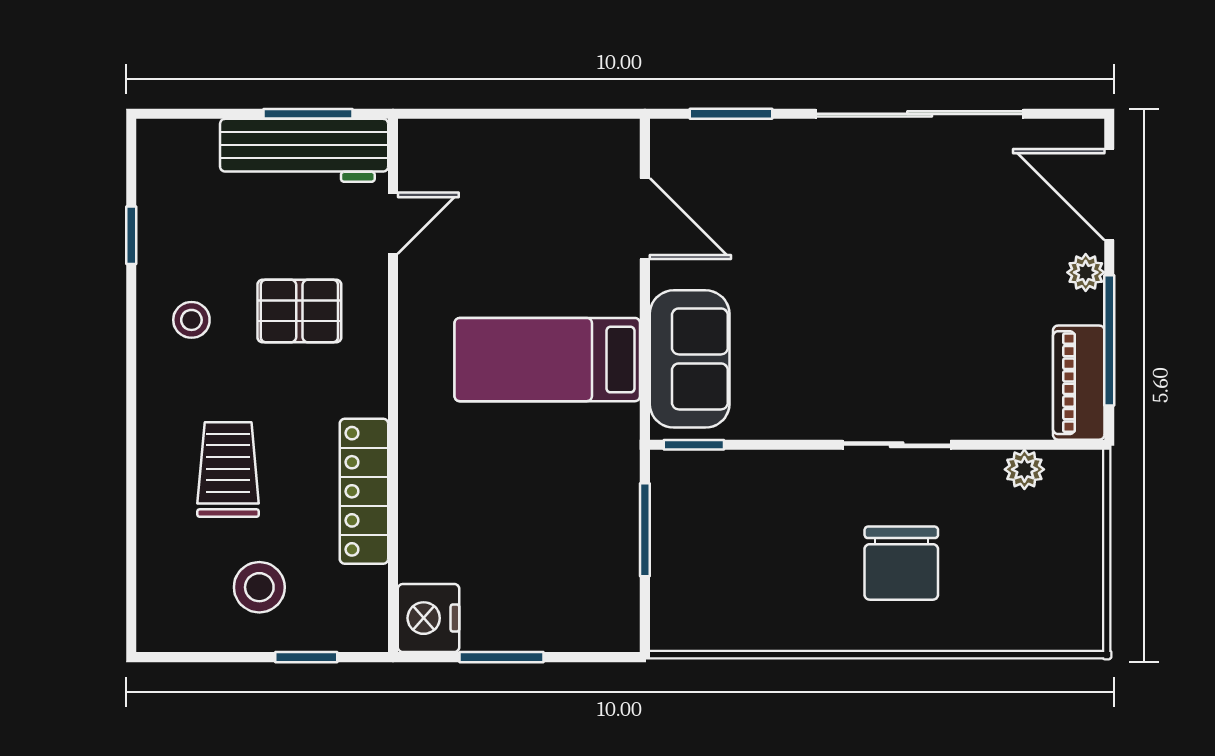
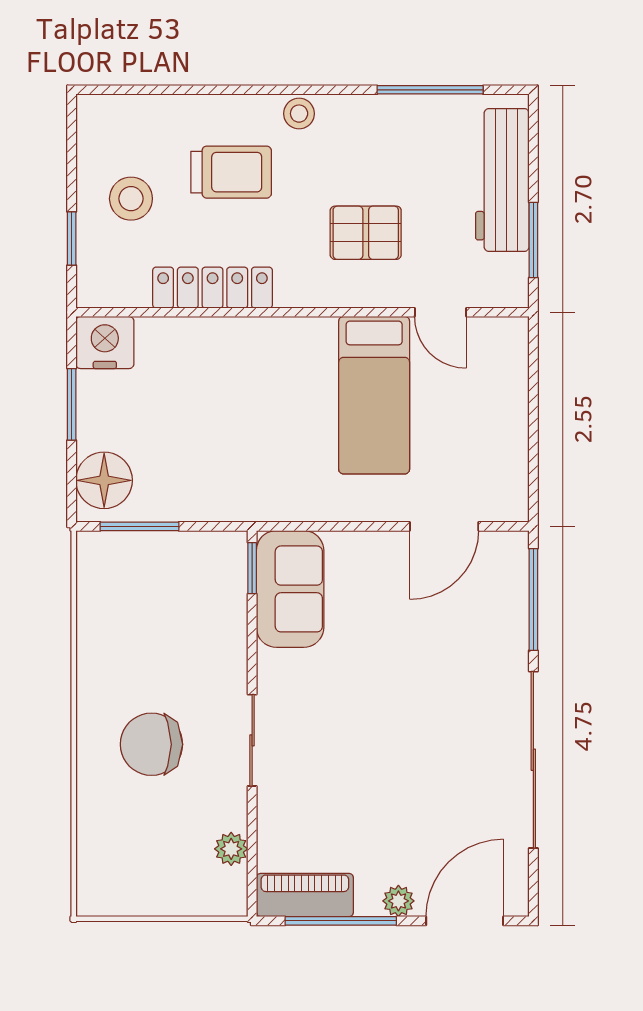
window: (731, 114) -> (533, 599), width x1.44
workbench: (304, 150) -> (502, 180), moved
window: (131, 235) -> (430, 90), width x2.17
pallet: (299, 311) -> (366, 233), turned 90
stool: (191, 320) -> (299, 114), moved
sofa: (690, 359) -> (290, 589), moved, turned -90
bed: (547, 360) -> (374, 395), moved, turned 180
window: (645, 530) -> (139, 526), moved
floor lamp: (591, 619) -> (104, 480), added

